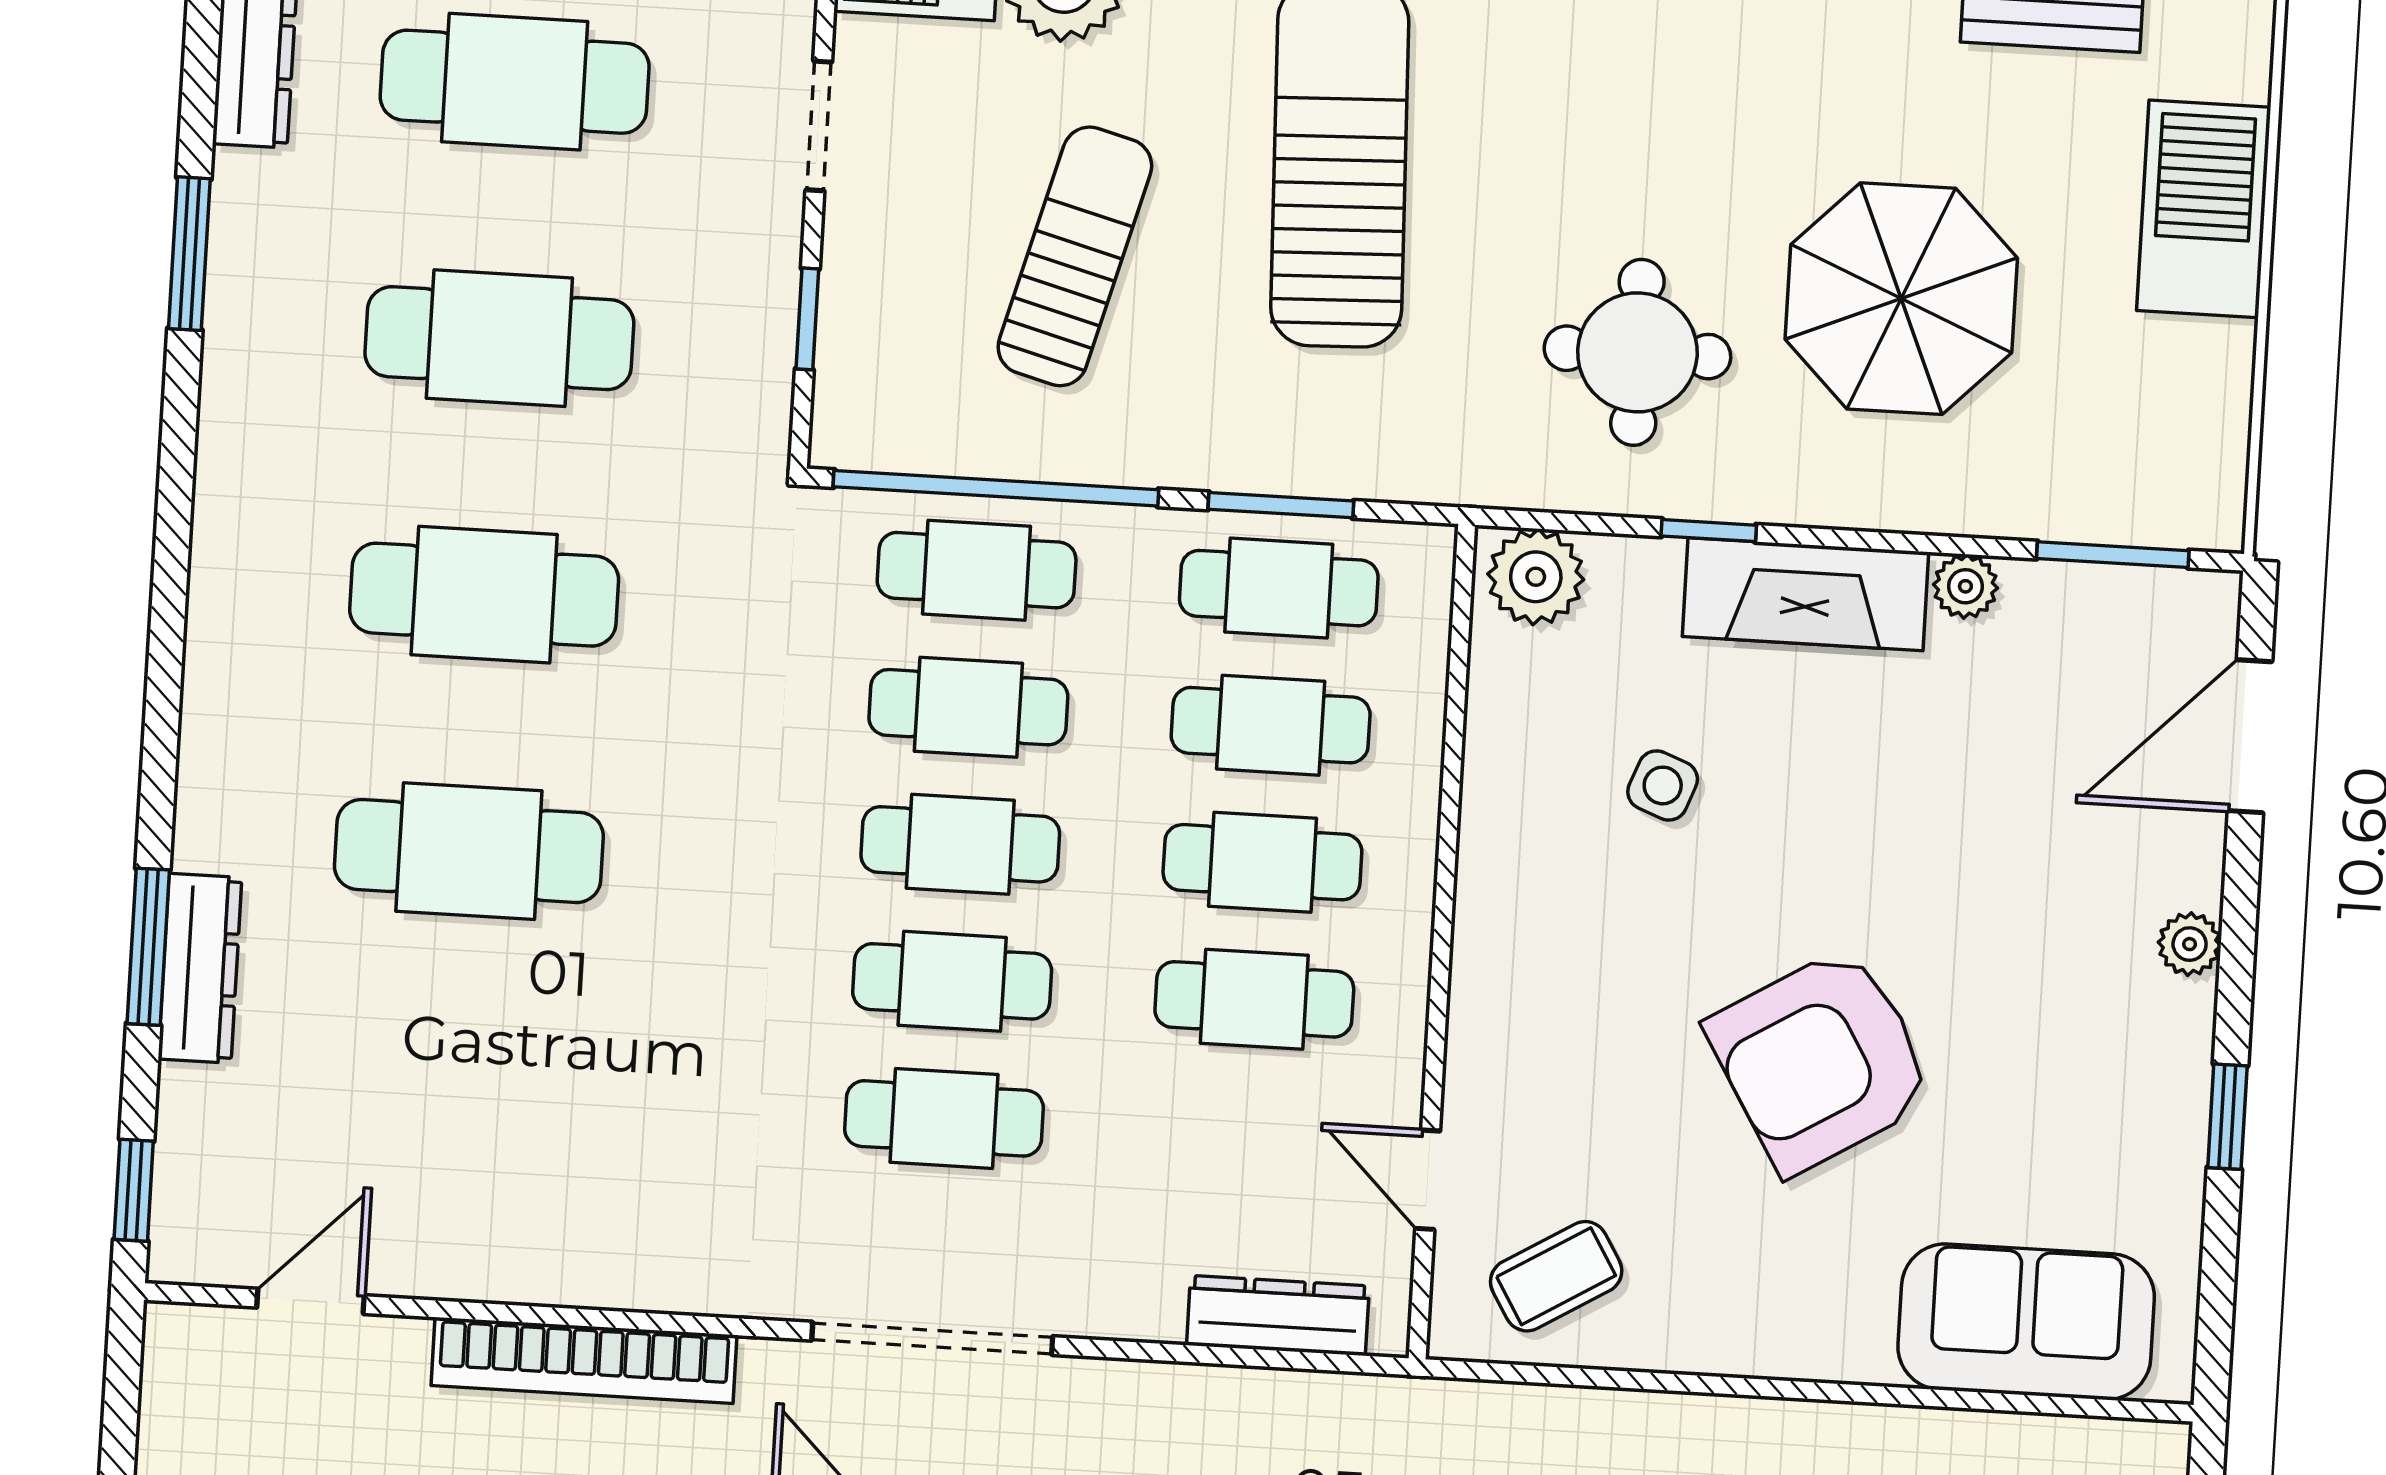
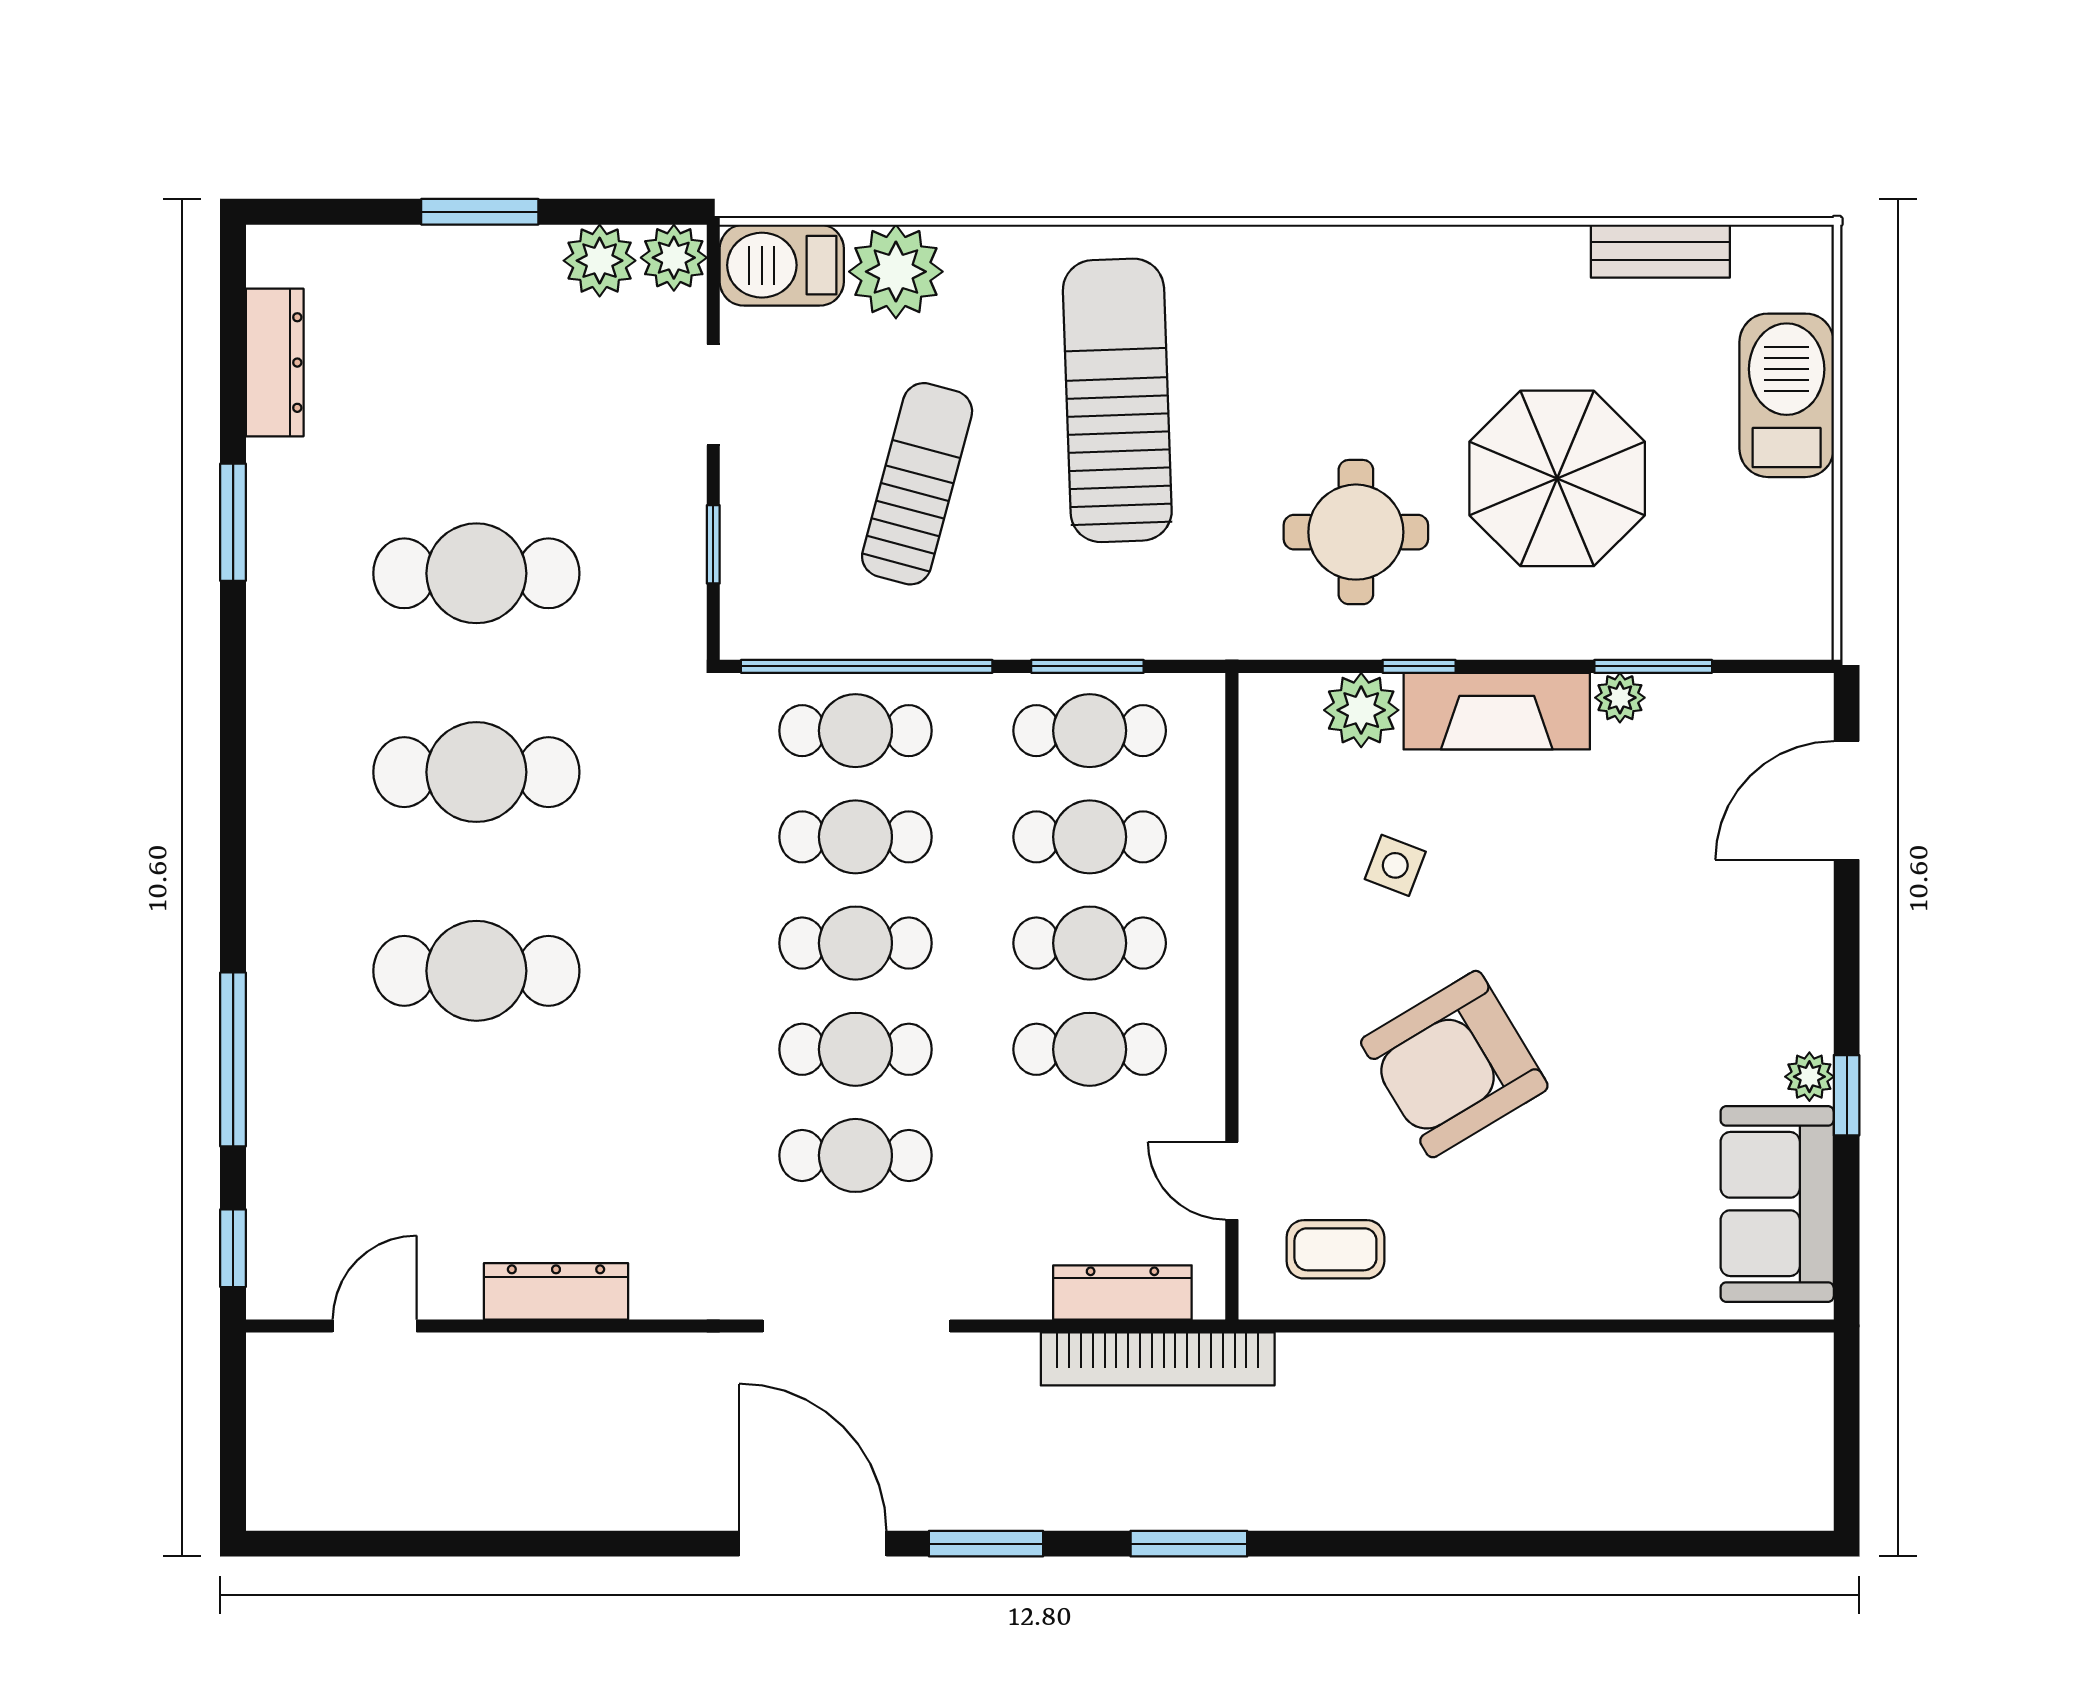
cafe table: (515, 82) -> (476, 375), removed
window: (2113, 555) -> (1653, 666), moved
plant: (1536, 577) -> (1361, 710), moved
plant: (2190, 944) -> (1809, 1077), moved
window: (148, 947) -> (233, 1059), width x1.44
dresser: (200, 968) -> (556, 1291), moved, turned -90
armchair: (1821, 1060) -> (1454, 1064), moved
coffee table: (1556, 1276) -> (1335, 1249), turned 31
sofa: (2026, 1322) -> (1777, 1204), moved, turned -90
bookcase: (584, 1360) -> (1158, 1359), moved

